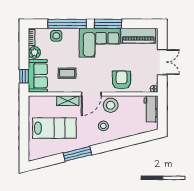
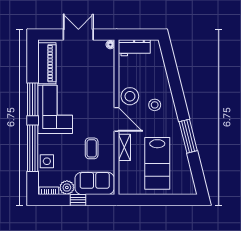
window: (24, 76) -> (78, 200), moved
armchair: (122, 80) -> (100, 83), removed
lab bench: (54, 128) -> (157, 163), turned 180

